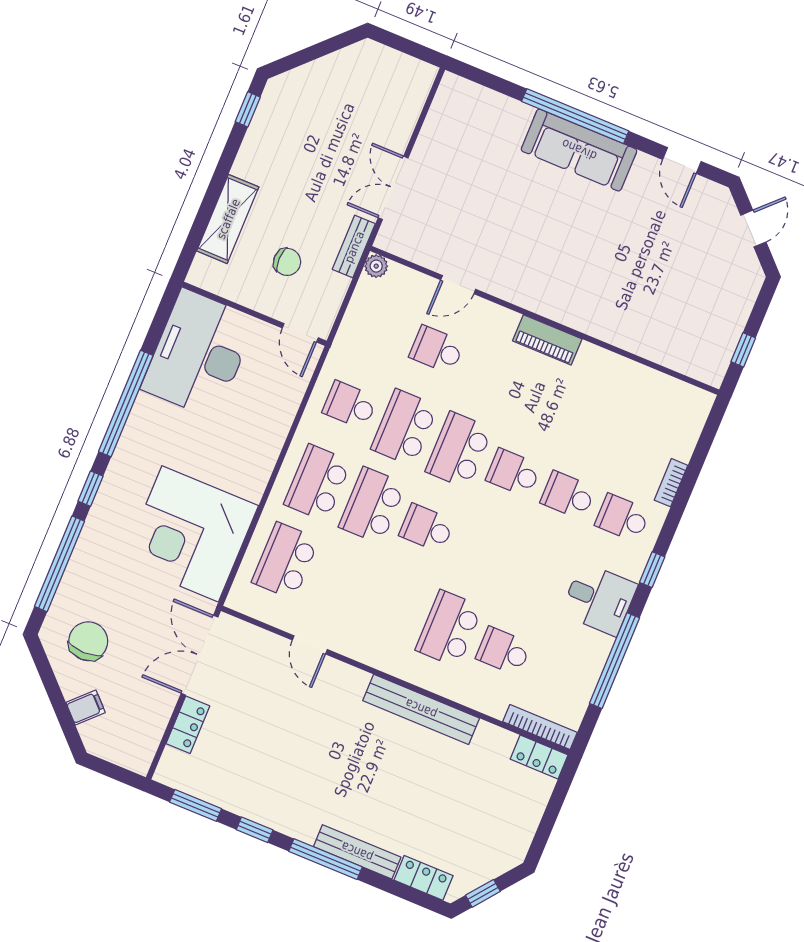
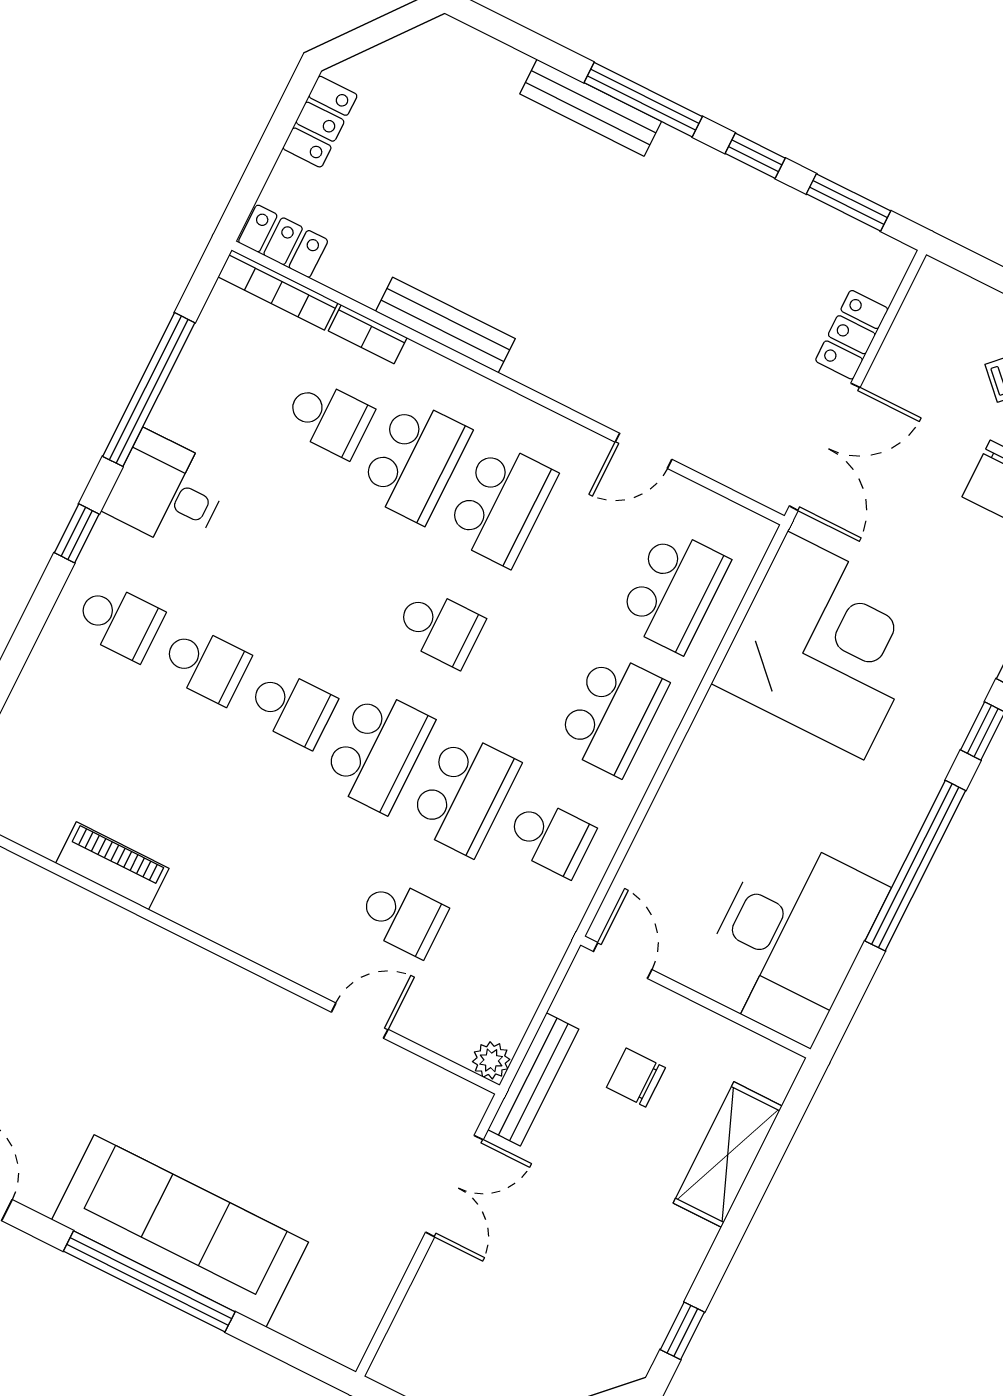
sofa: (579, 150) -> (180, 1231), width x1.36, depth x1.27
bench: (354, 247) -> (533, 1079), width x1.36
piano: (547, 340) -> (112, 866), moved
bookcase: (671, 483) -> (368, 334), moved, turned 90
school desk: (372, 505) -> (501, 504), moved
door: (310, 645) -> (644, 451), swing flipped
bench: (421, 709) -> (445, 325), width x0.73, depth x0.82
locker: (424, 878) -> (320, 122), moved, turned -90
window: (483, 893) -> (391, 25), removed

